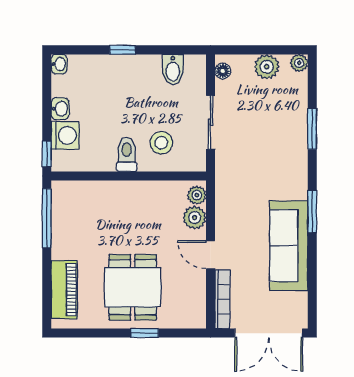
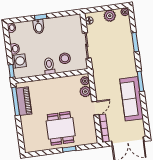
bidet: (173, 69) -> (39, 27), moved
door: (210, 255) -> (95, 108), swing flipped
piano: (64, 290) -> (24, 101), moved

